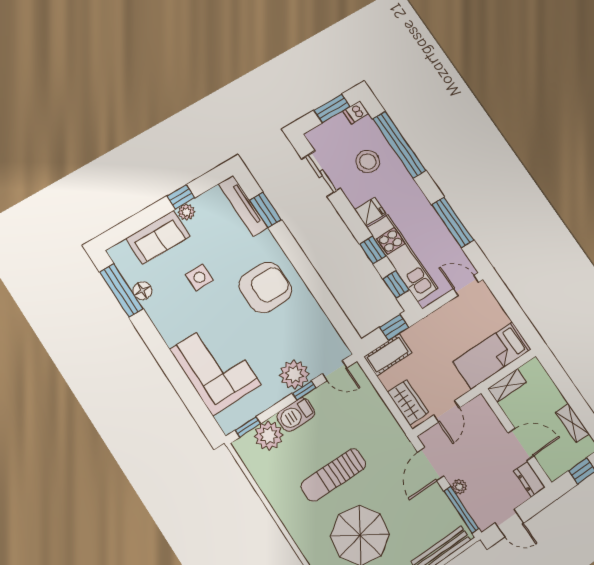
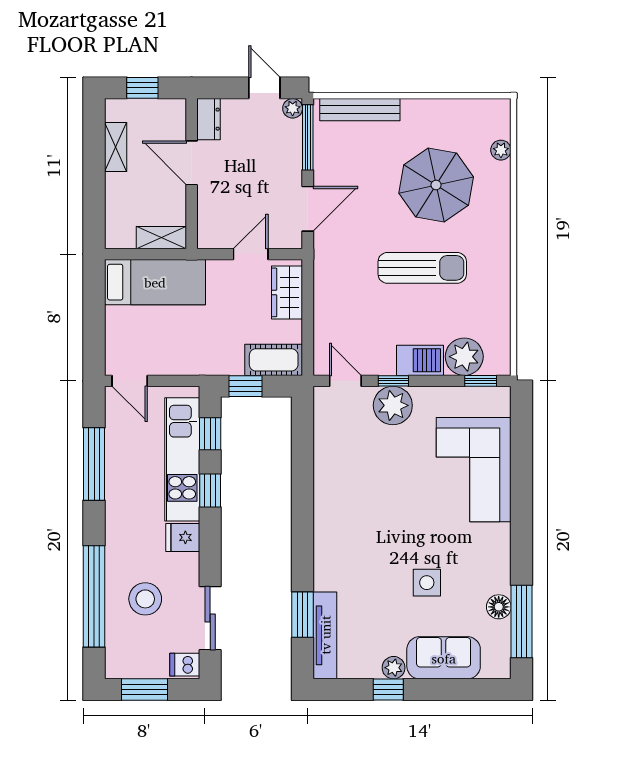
dishwasher: (356, 112) -> (185, 665), moved, turned 180
armchair: (265, 288) -> (361, 524), removed
plant: (459, 487) -> (293, 108), moved

